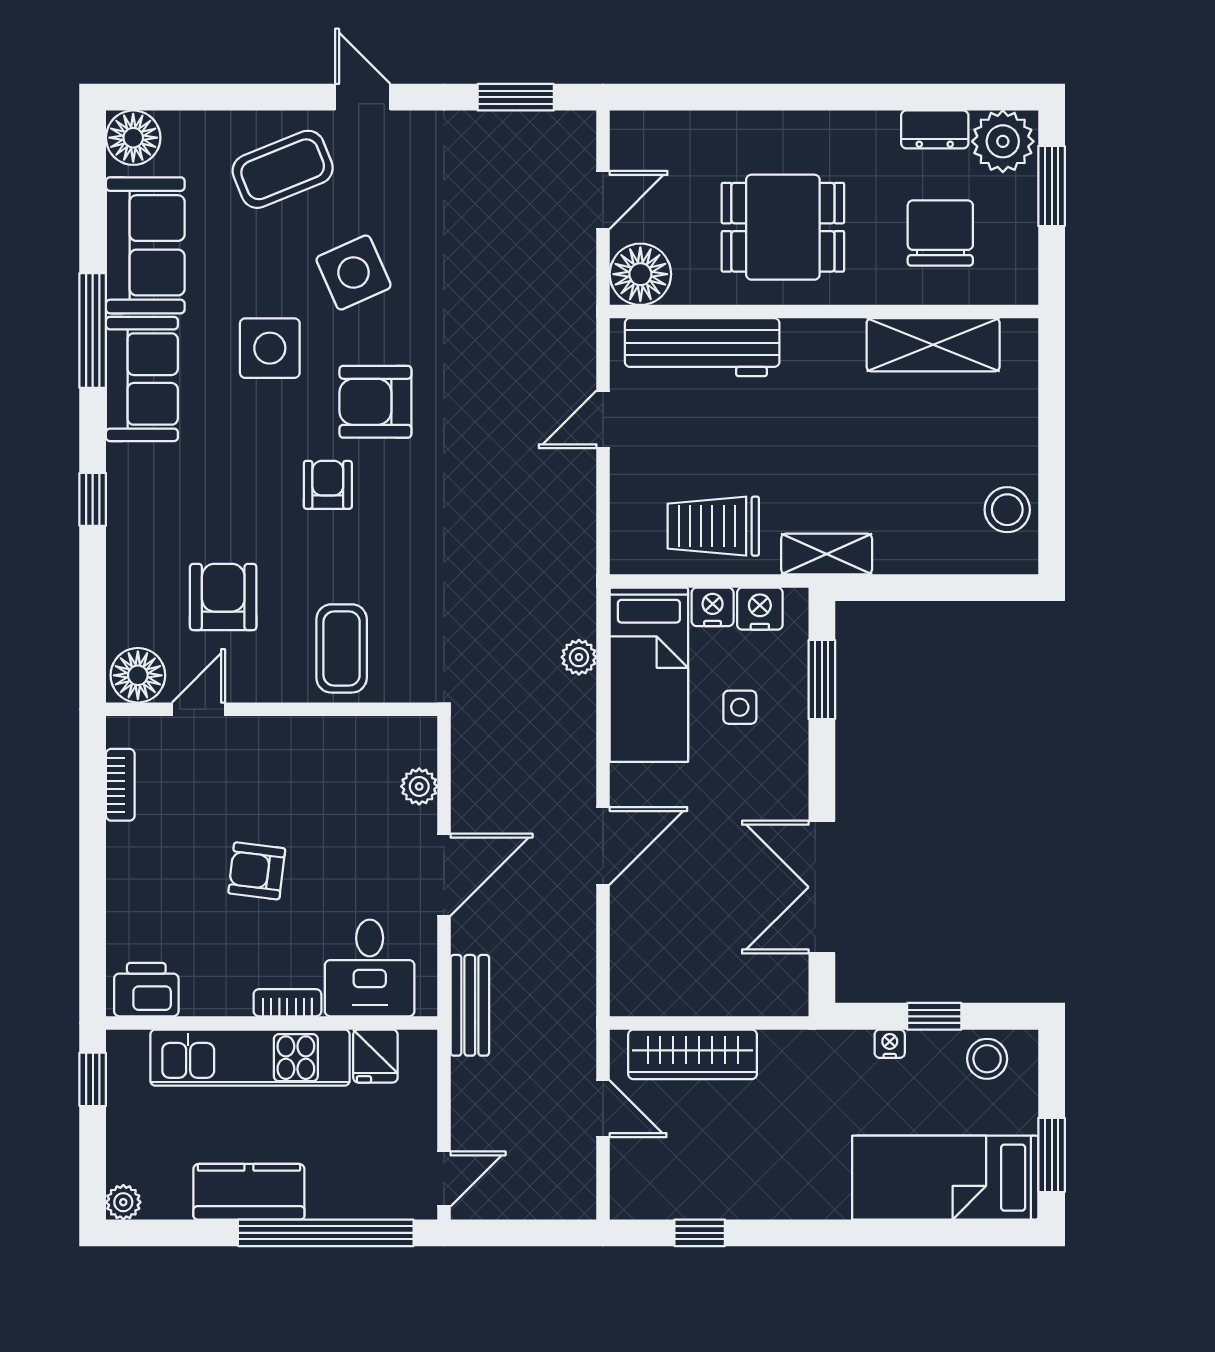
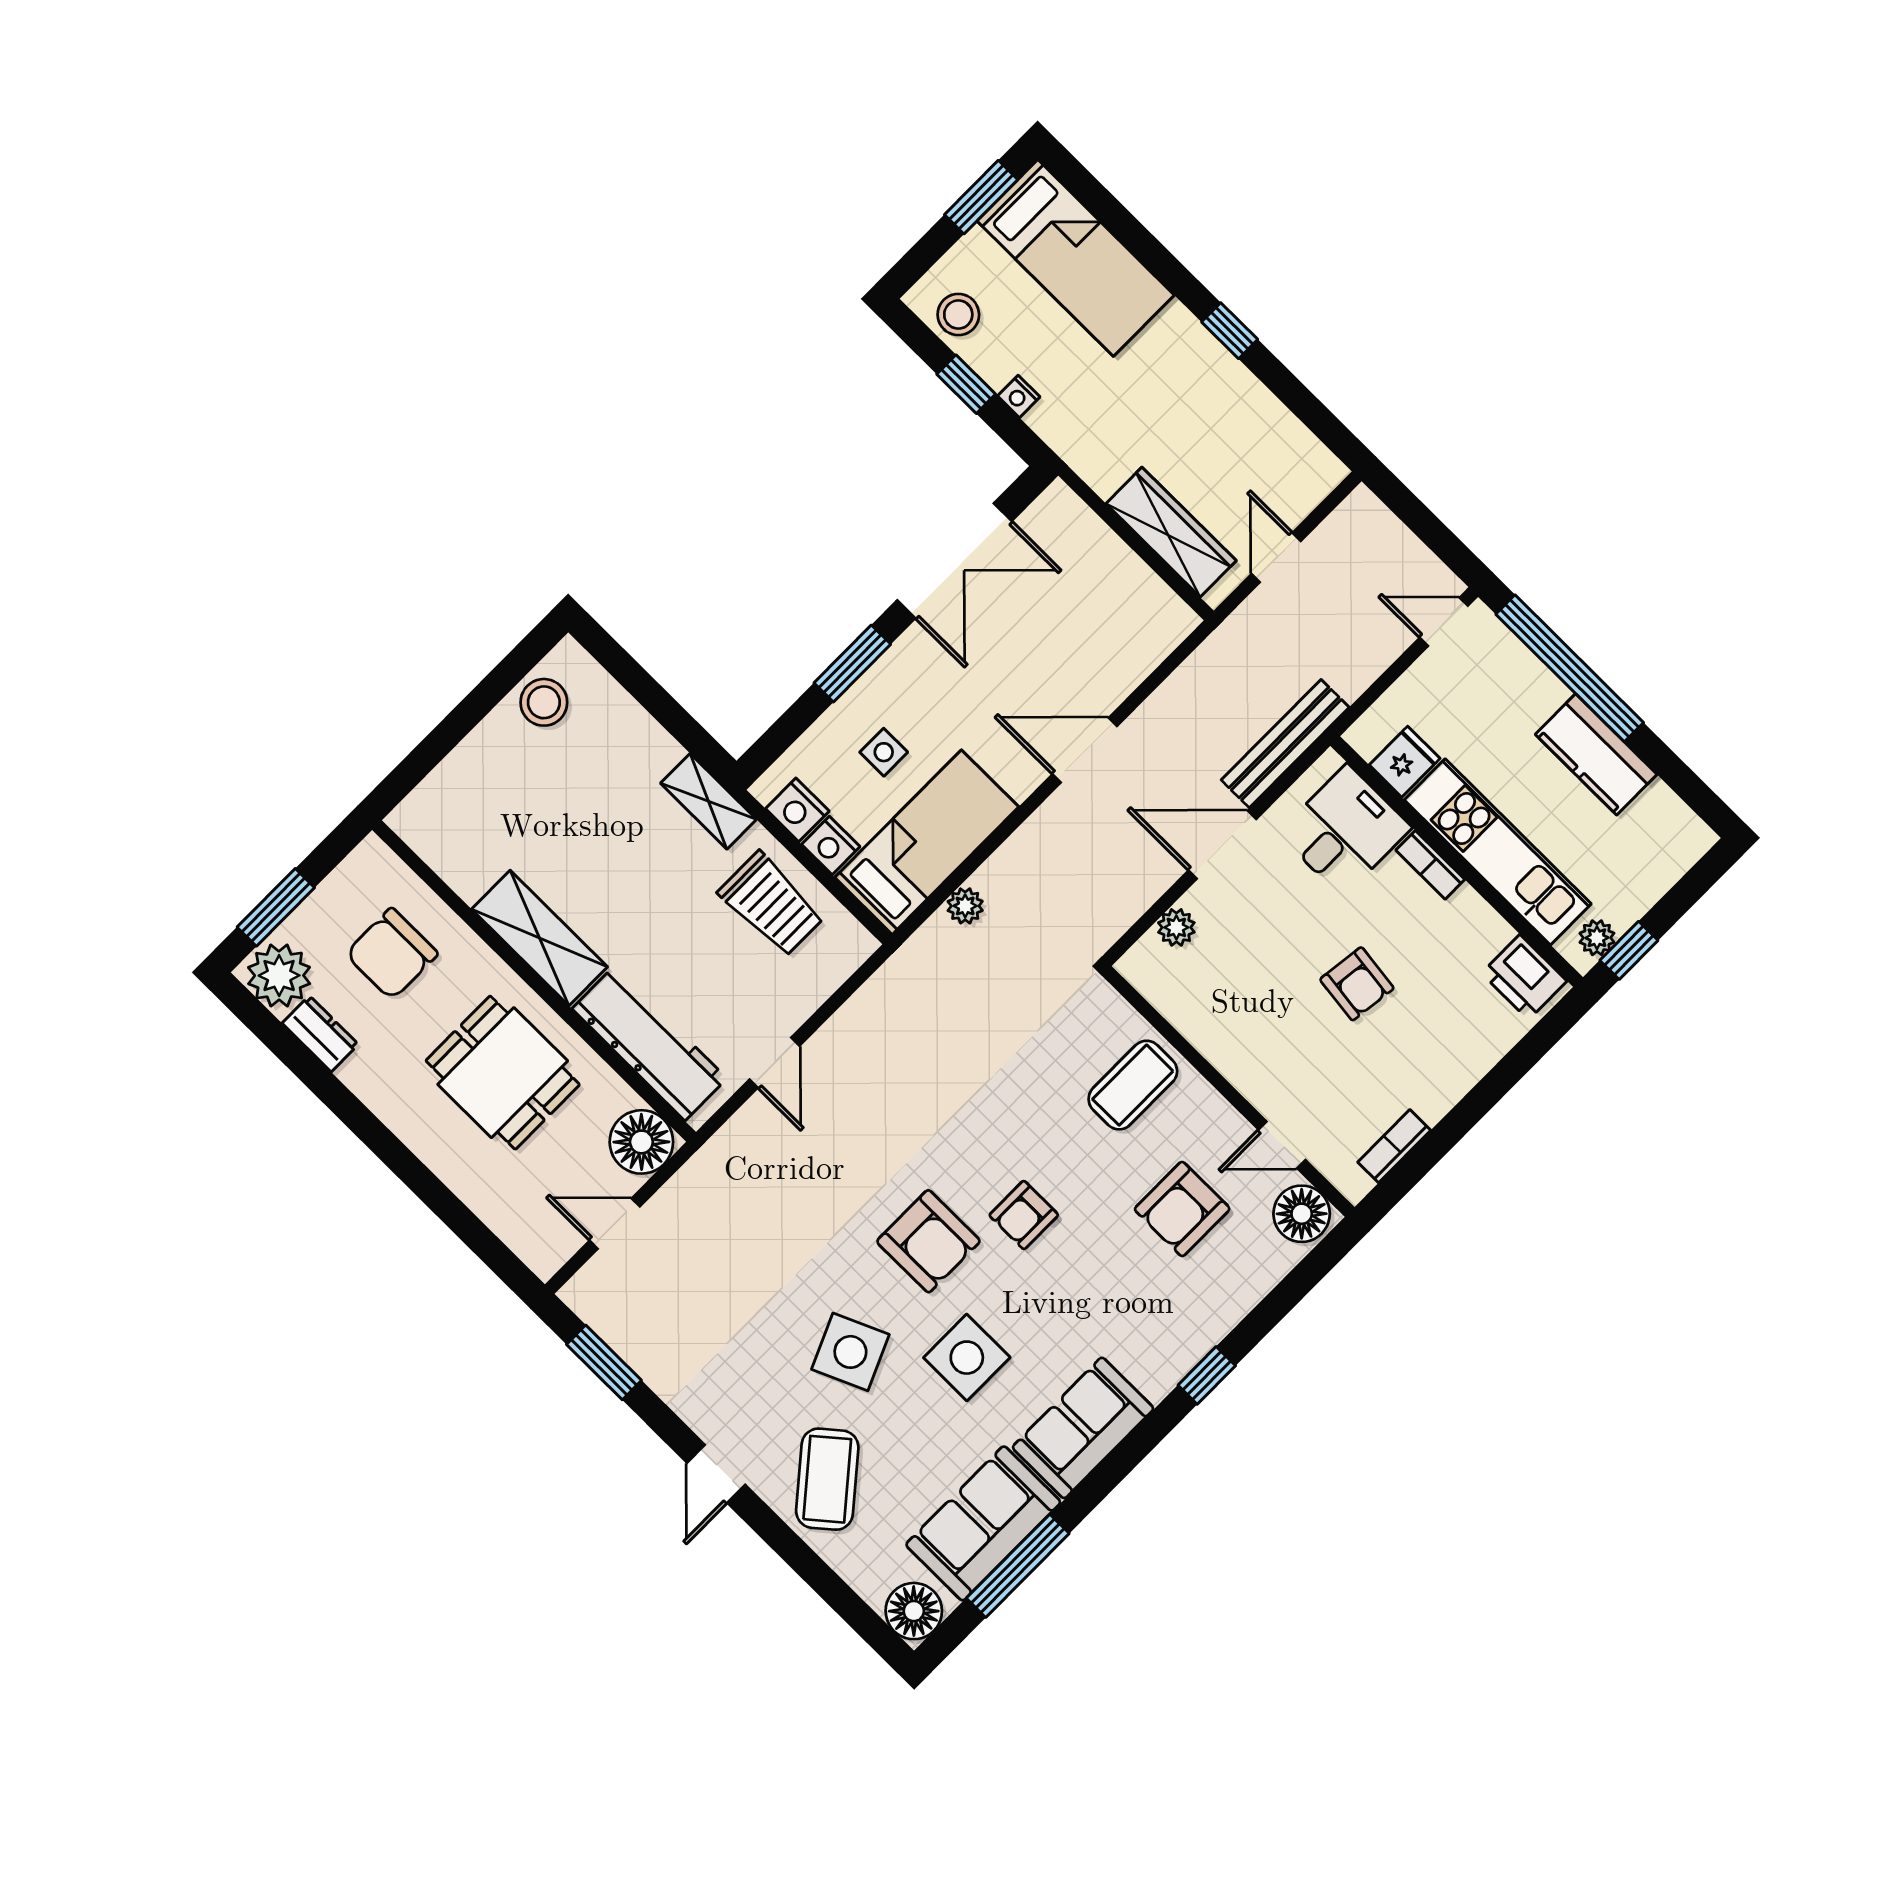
coffee table: (283, 169) -> (827, 1479), turned 72
window: (93, 331) -> (1018, 1566), moved
shelving: (933, 345) -> (540, 938), moved
door: (603, 419) -> (774, 1063), hinge flipped
window: (822, 680) -> (852, 664), moved
bench: (470, 1005) -> (1285, 744), width x1.36
plant: (123, 1202) -> (1597, 938), moved
window: (700, 1233) -> (1230, 331), moved

